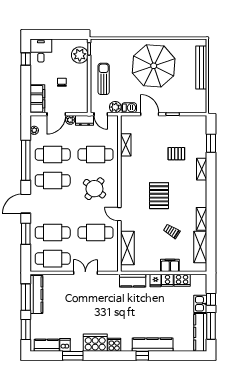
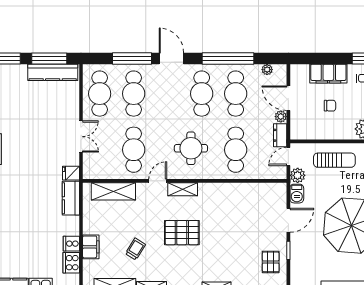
filing cabinet: (37, 99) -> (328, 74), moved
shelving: (126, 145) -> (183, 189), moved
pallet: (176, 154) -> (271, 262), moved
round table: (94, 189) -> (191, 148), turned -38
window: (26, 234) -> (132, 58), width x1.44
fridge: (156, 281) -> (71, 173), moved

